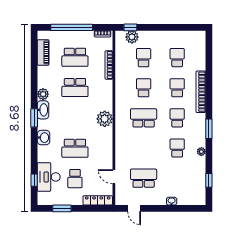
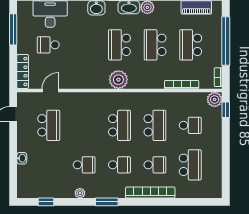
plant: (132, 37) -> (215, 99), moved
school desk: (177, 58) -> (190, 165), width x1.85
school desk: (144, 88) -> (155, 125), width x1.85
school desk: (75, 148) -> (119, 45), moved
window: (62, 208) -> (13, 29), width x1.44

